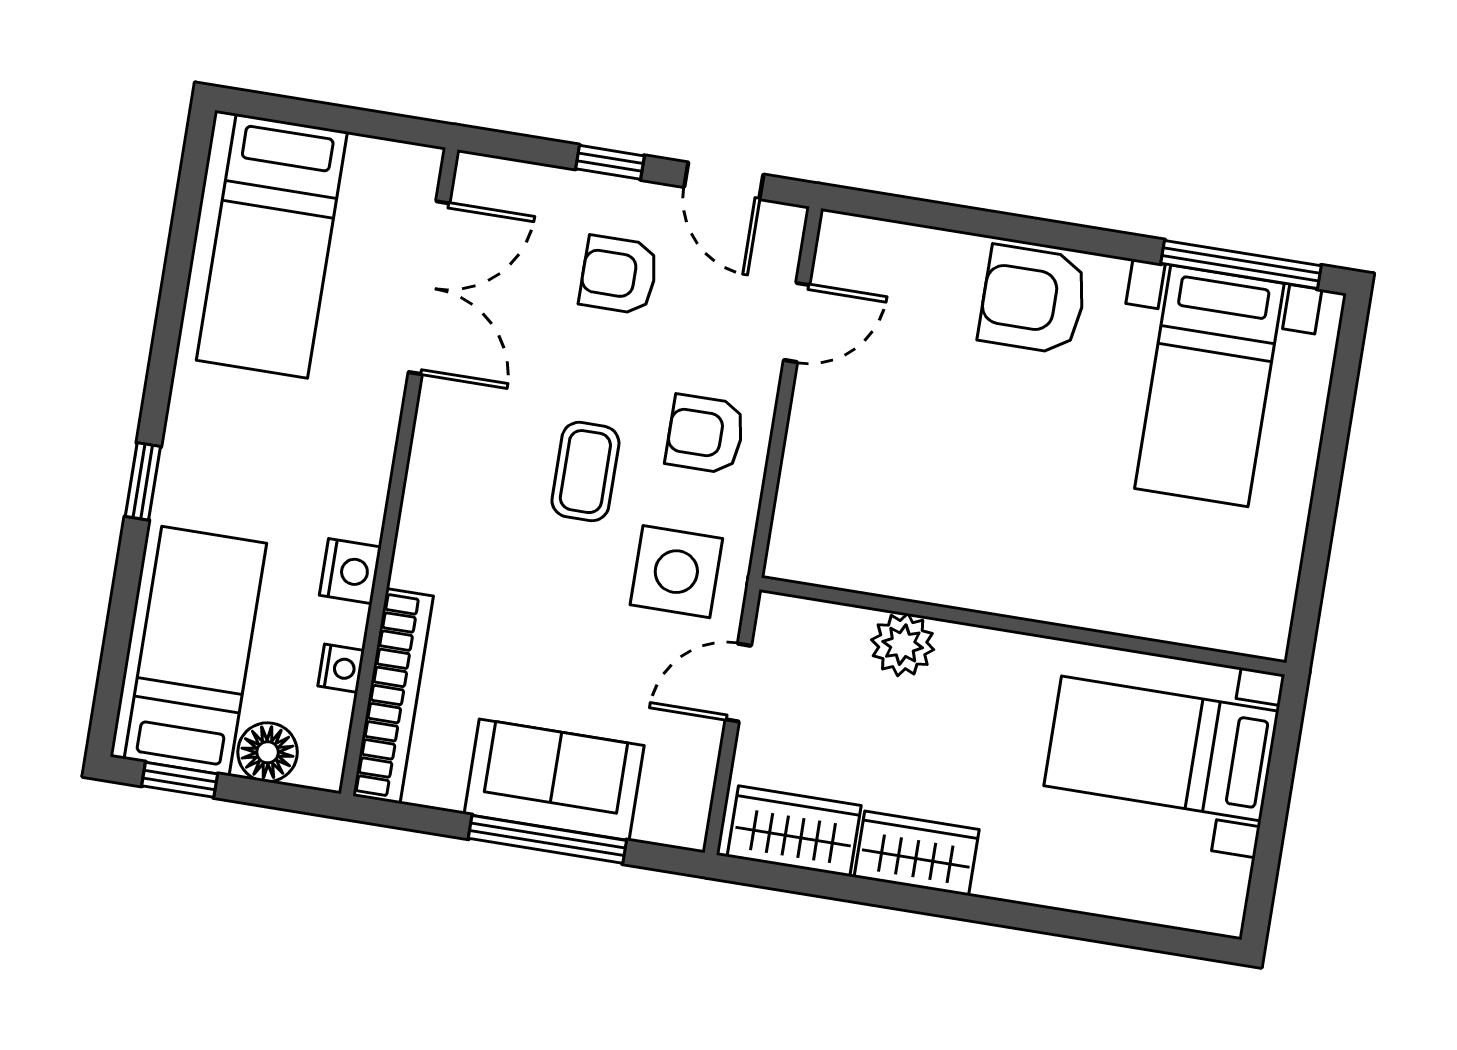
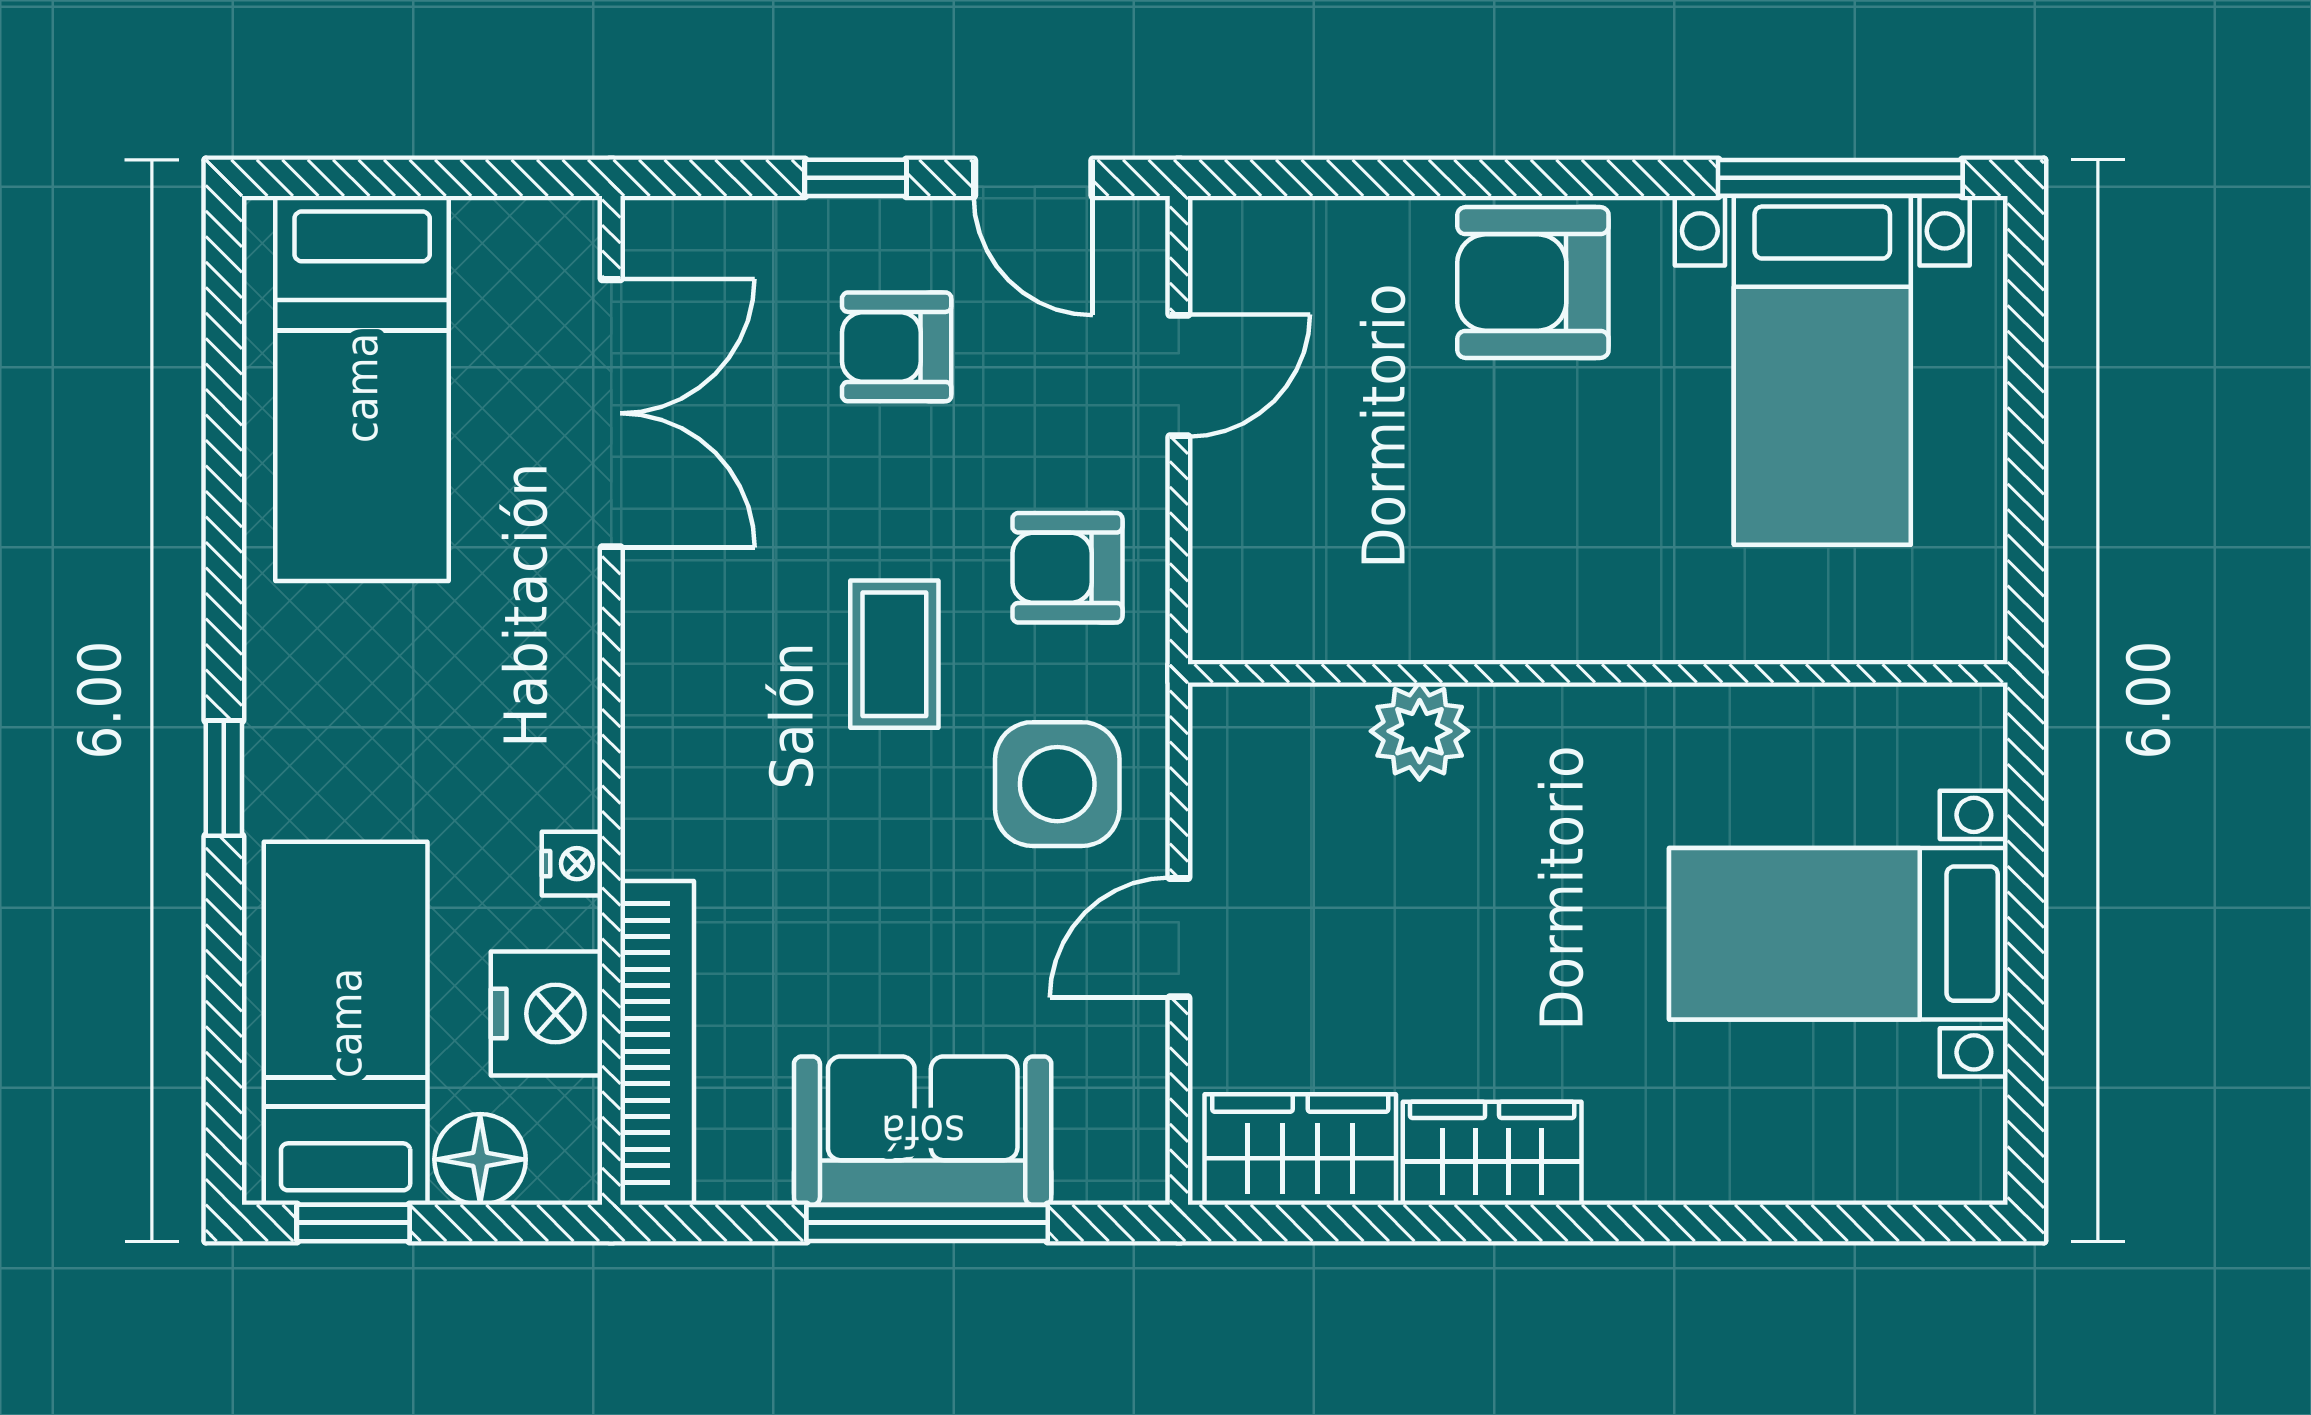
nightstand: (350, 571) -> (572, 864), width x0.72, depth x0.74
wall: (1023, 626) -> (1598, 673), moved
plant: (903, 645) -> (1420, 731), moved
nightstand: (341, 668) -> (547, 1014), width x1.89, depth x1.79

